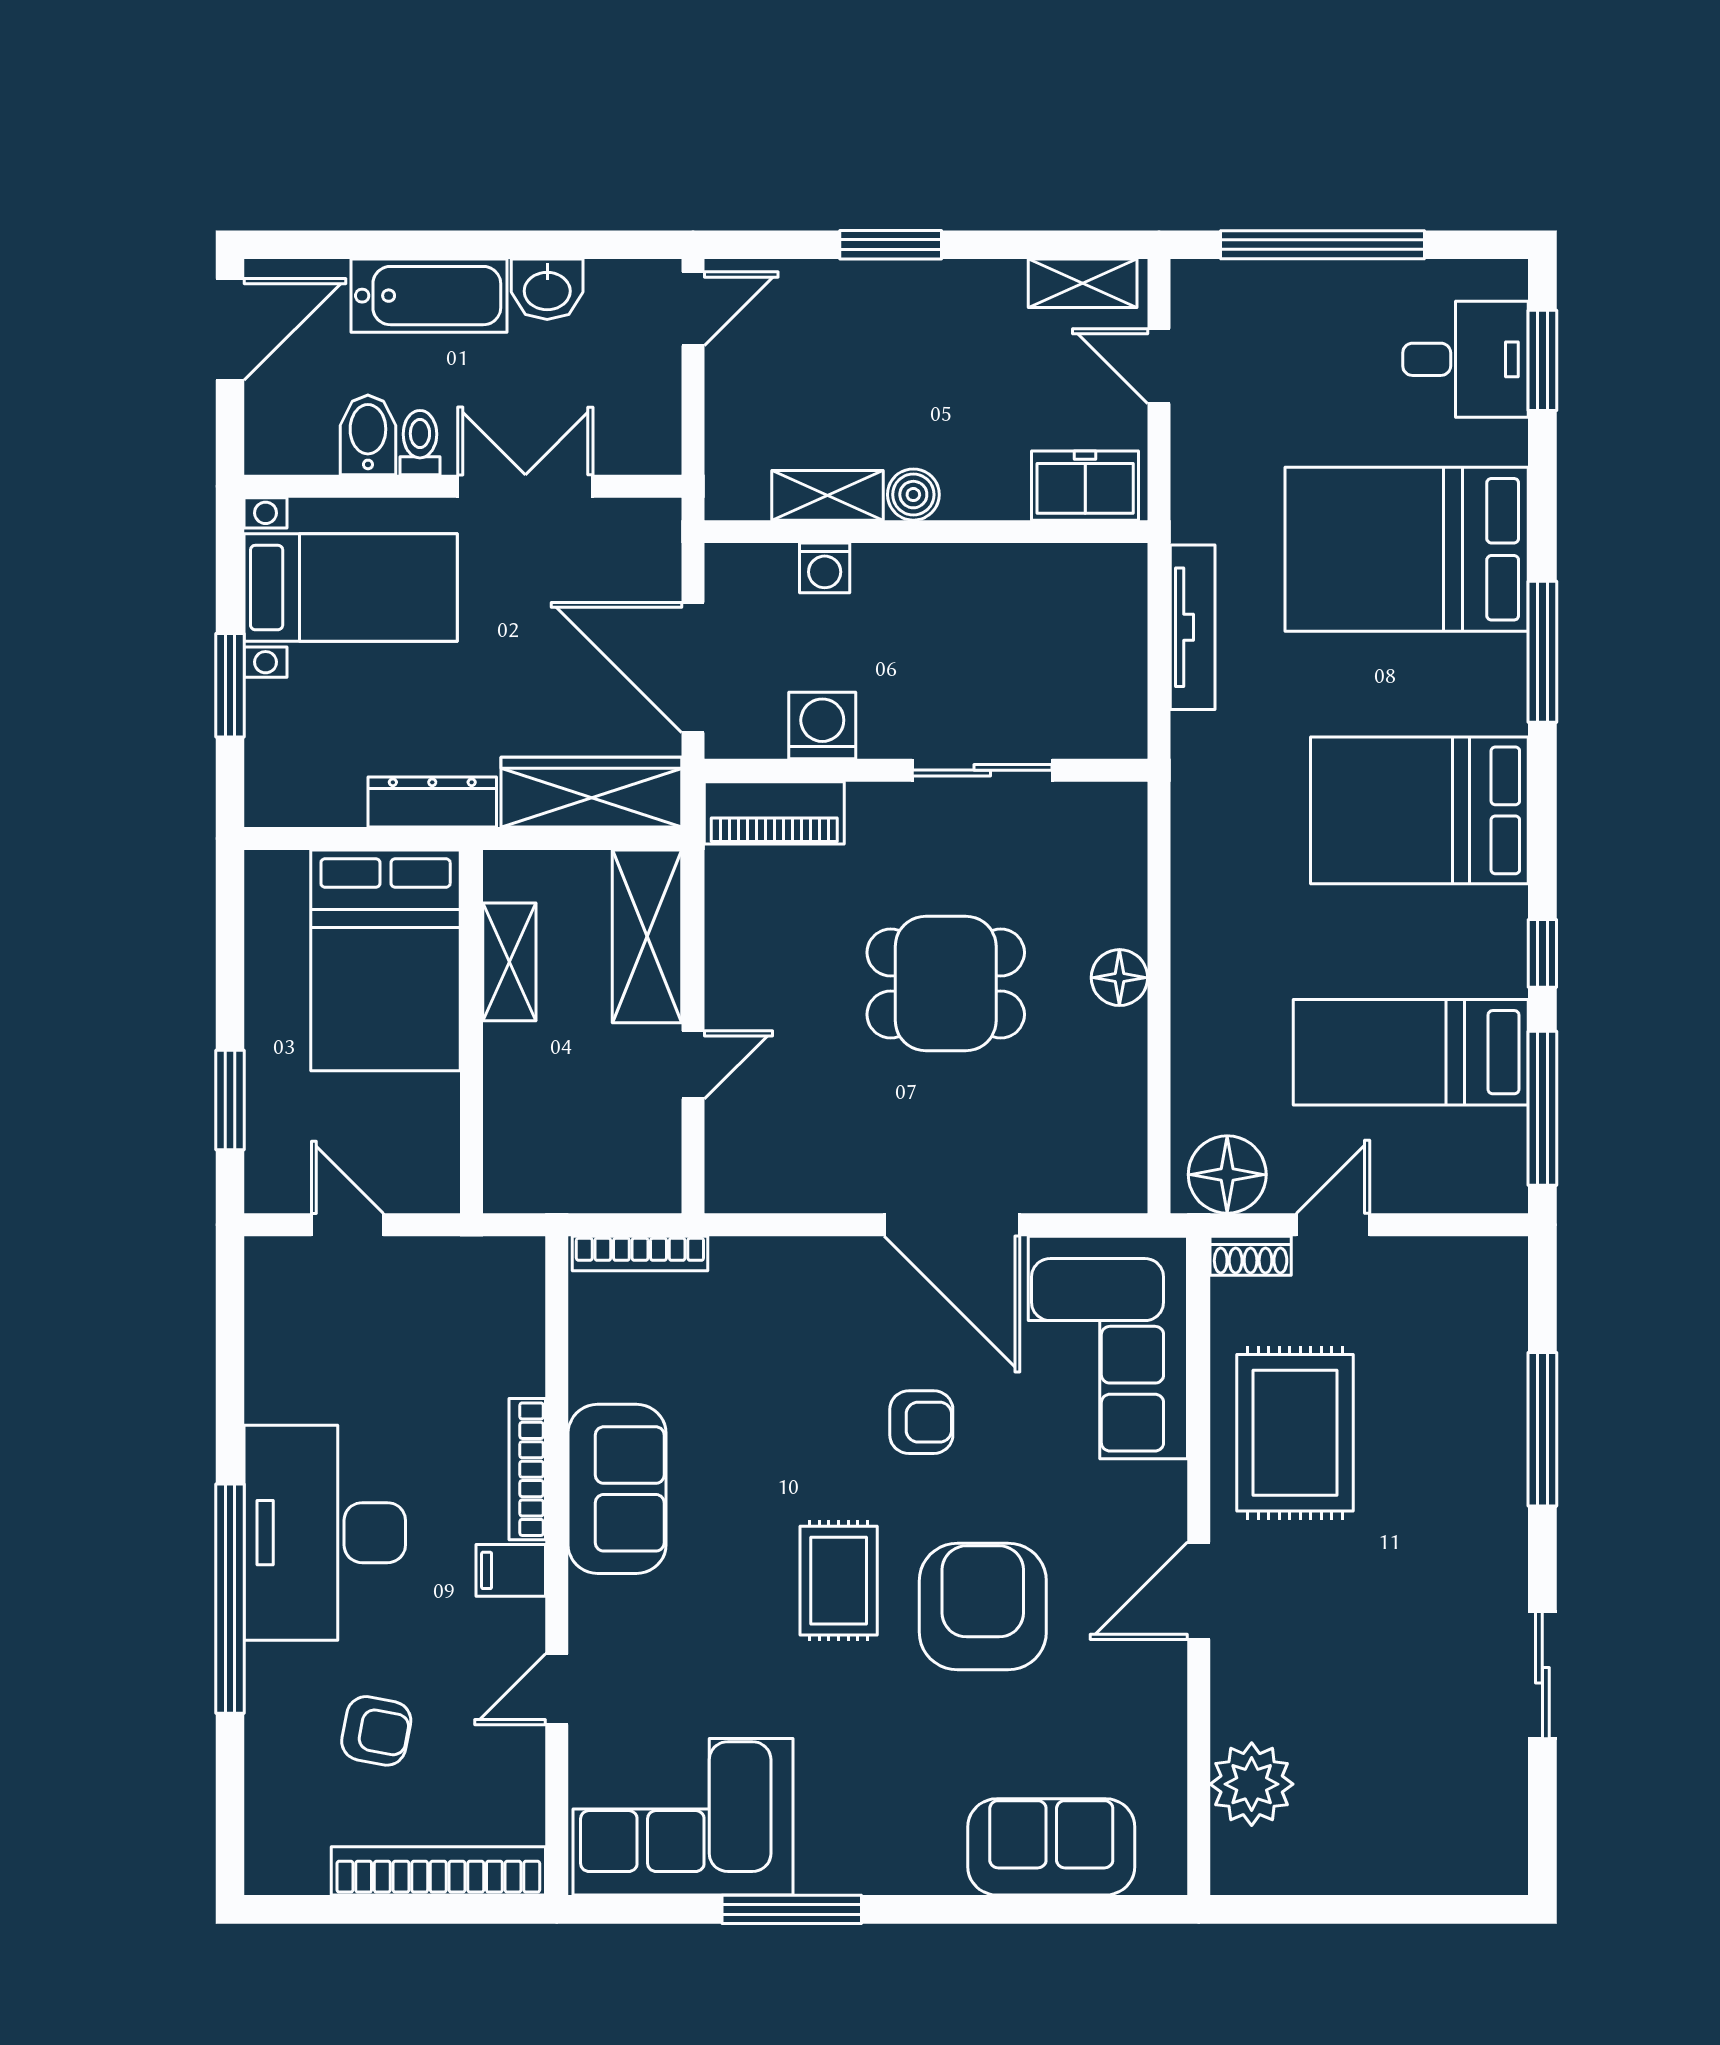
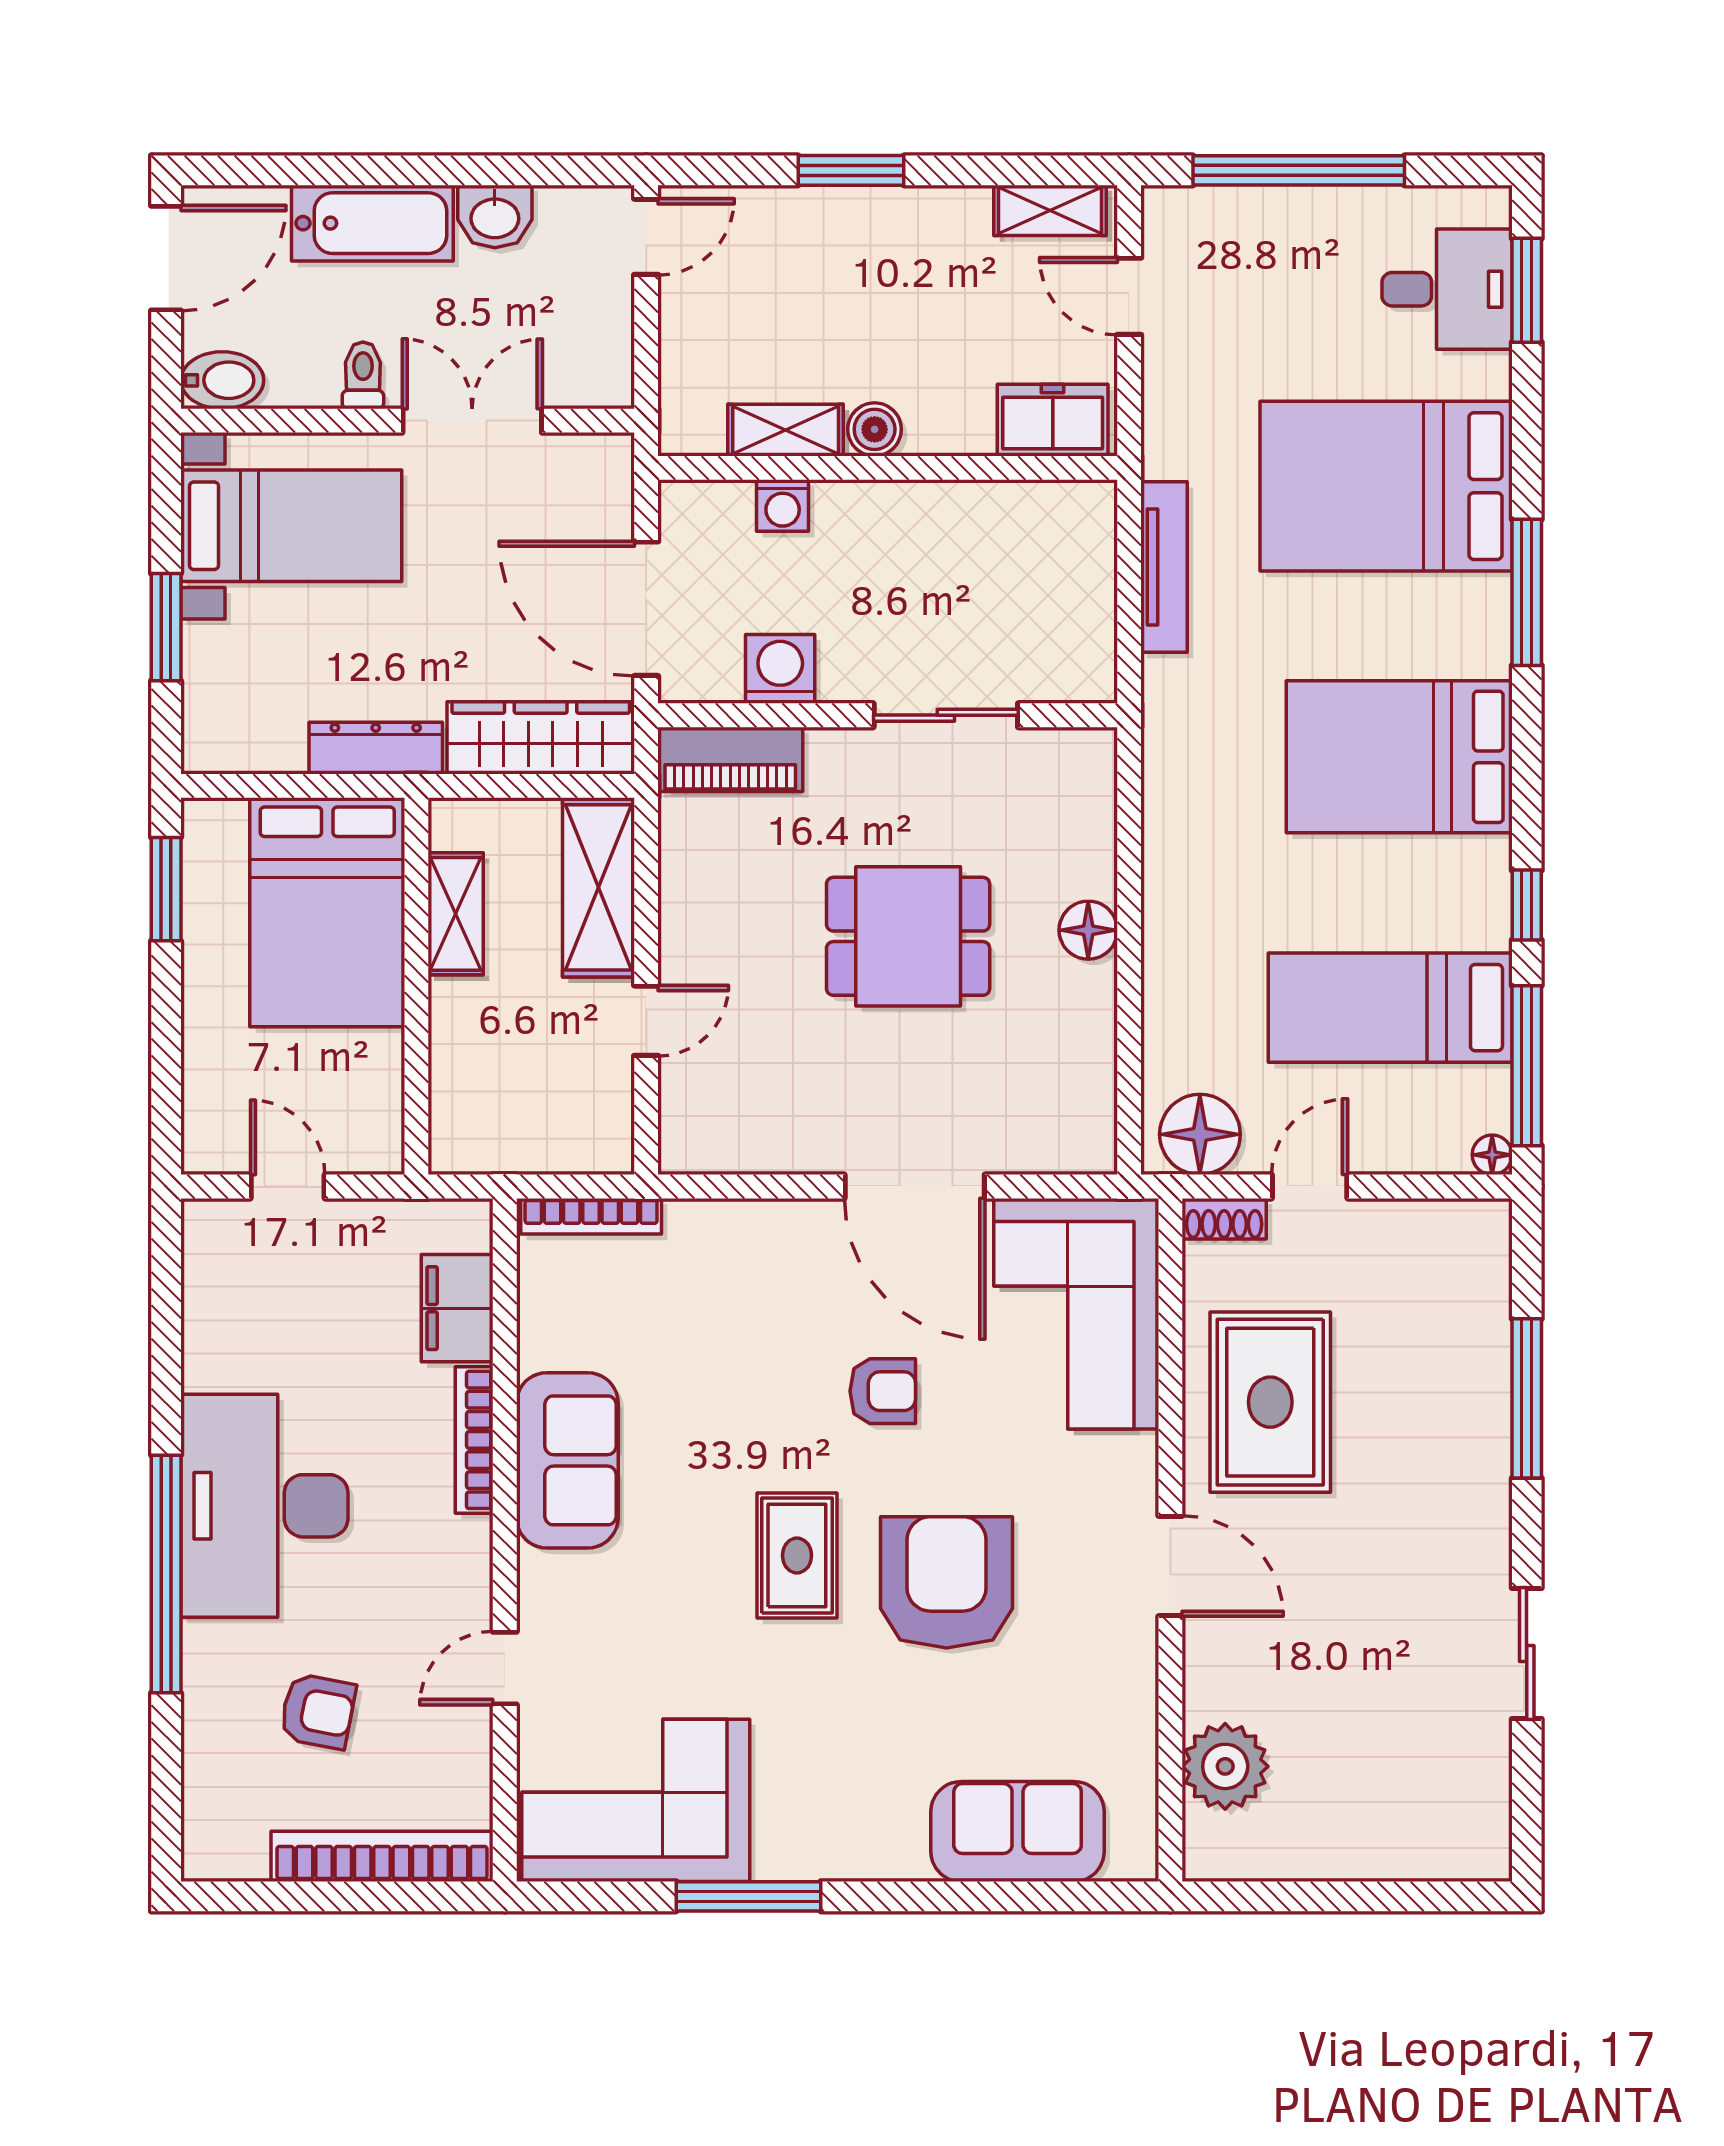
bidet: (368, 435) -> (222, 380), moved, turned 90
window: (230, 1100) -> (166, 889), moved
floor lamp: (1509, 1194) -> (1492, 1155), added
filing cabinet: (511, 1570) -> (457, 1308), moved, width x2.00
door: (1199, 1591) -> (1170, 1566), swing flipped

